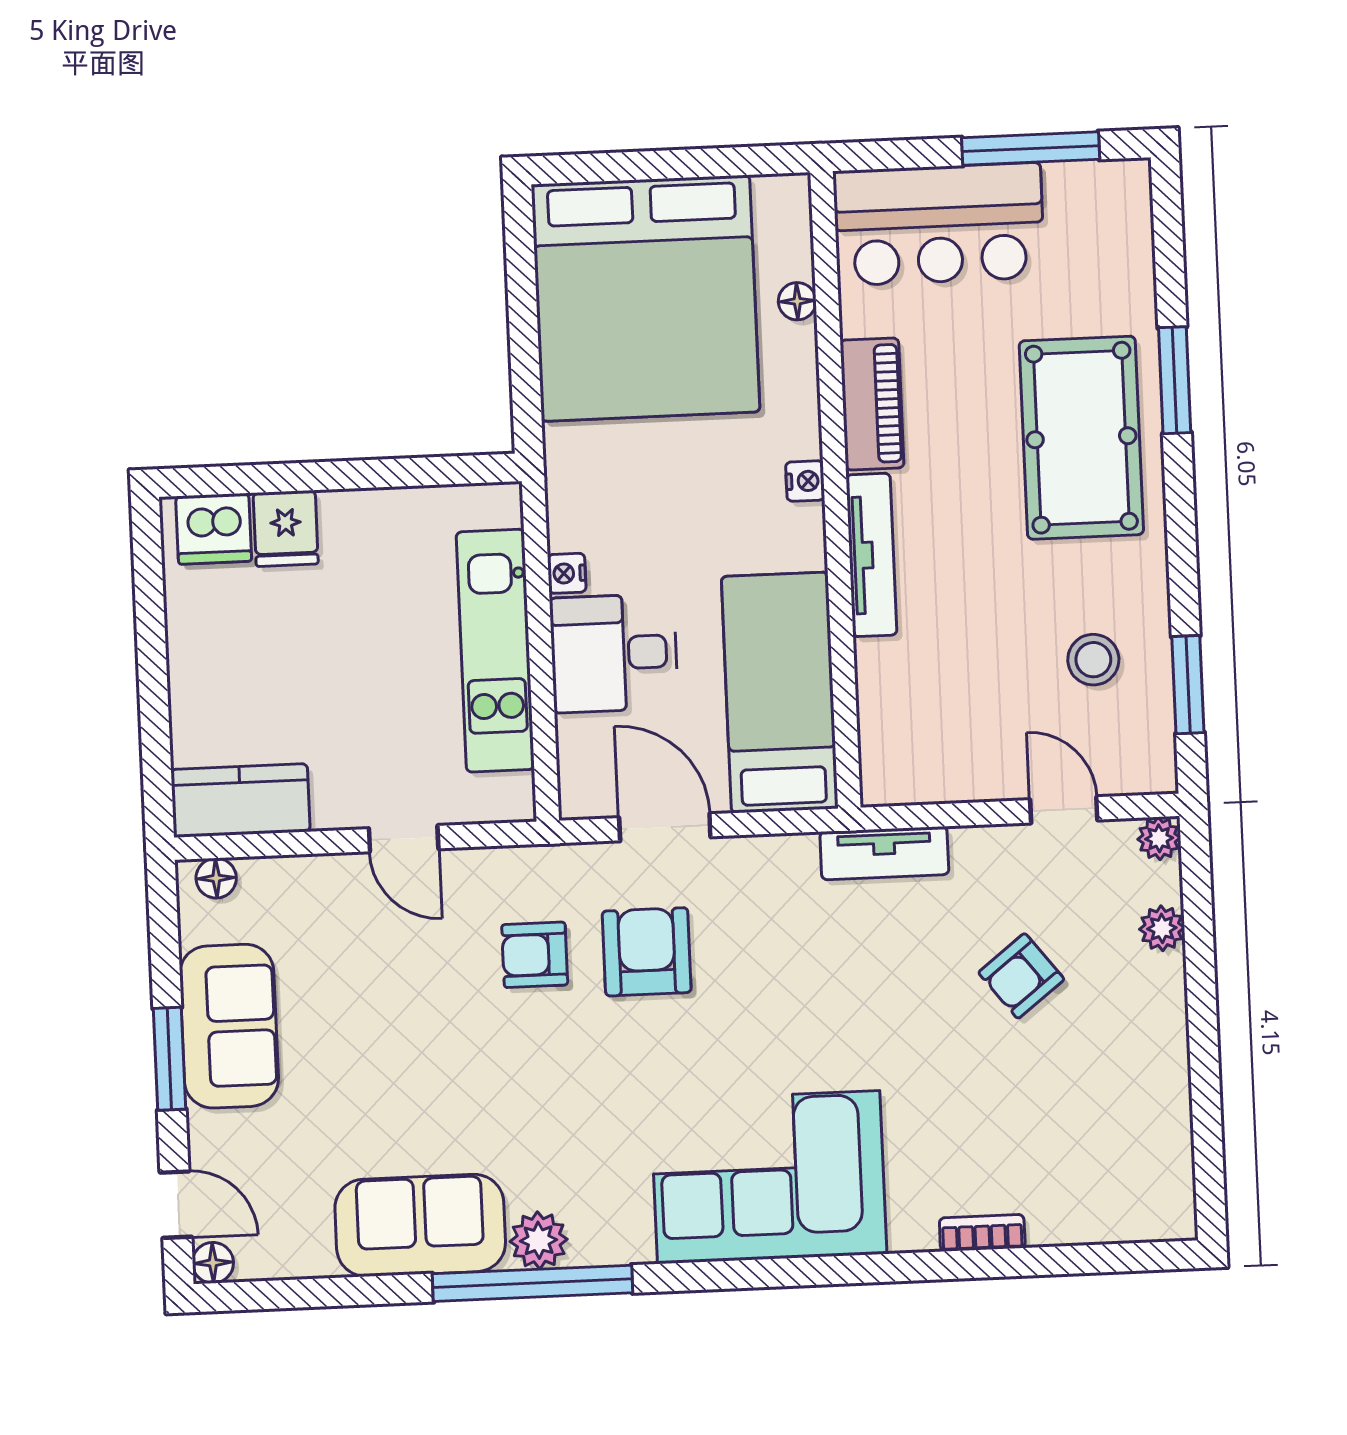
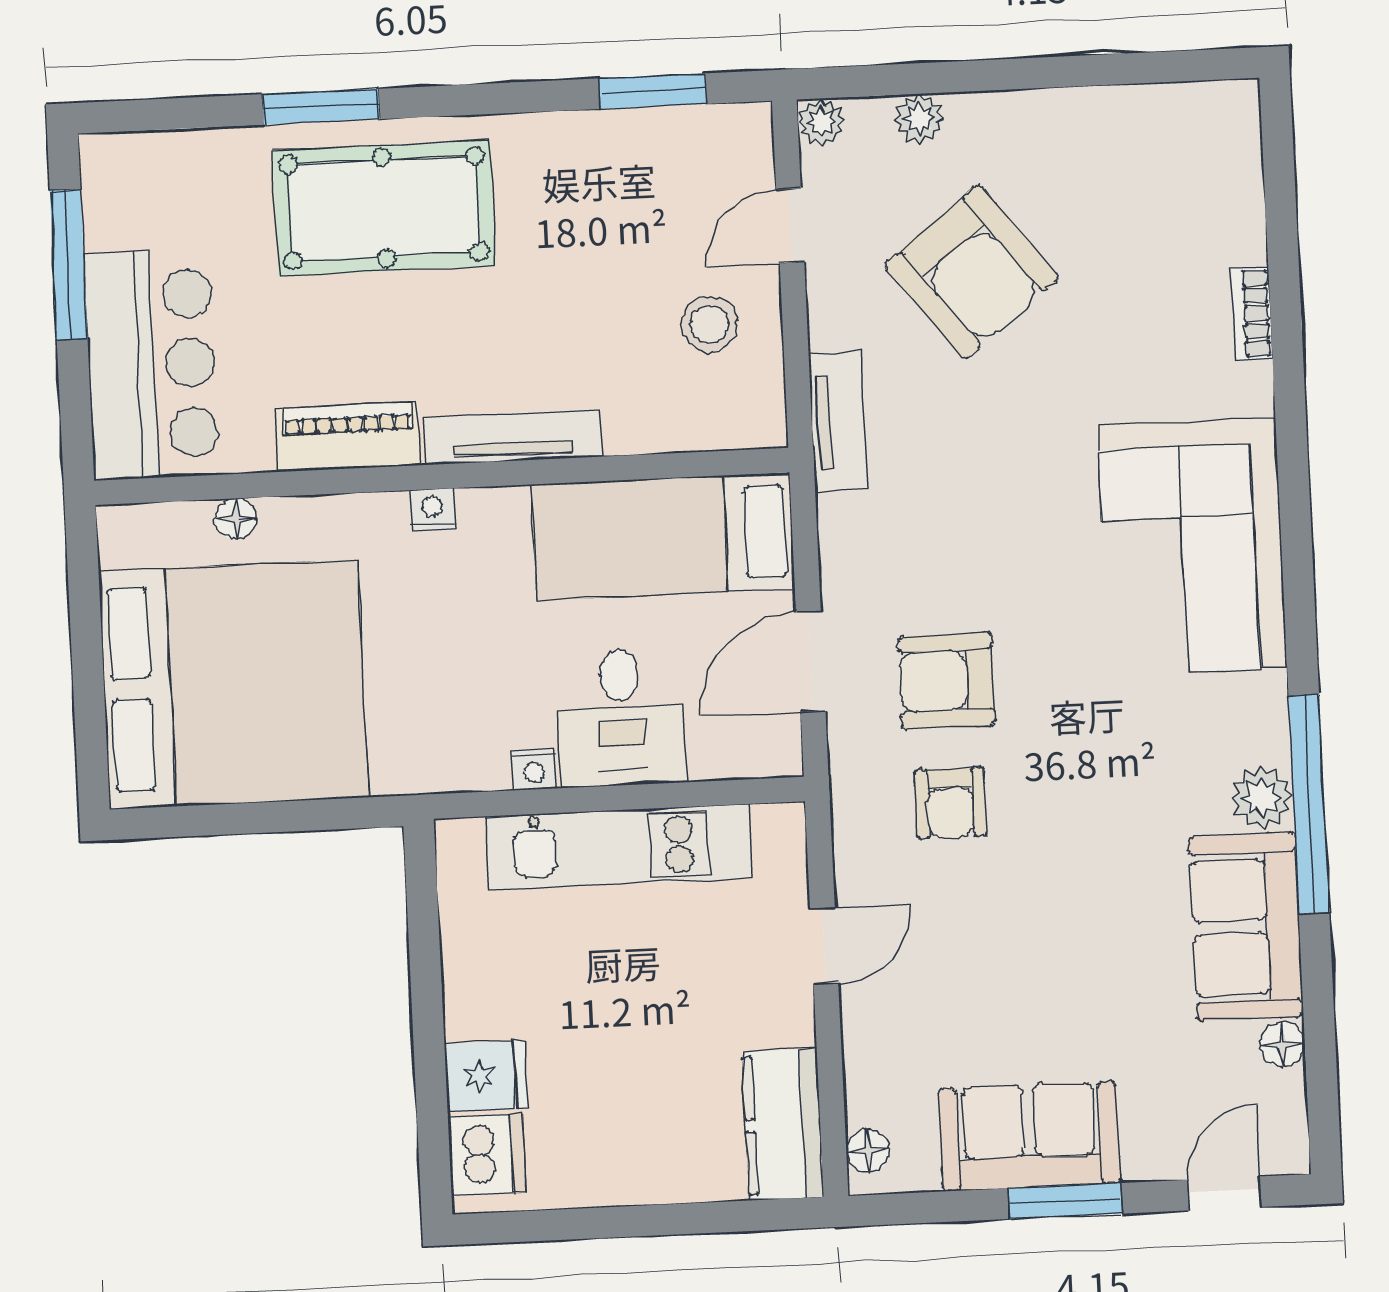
stool: (1093, 660) -> (710, 324), moved
armchair: (1021, 976) -> (972, 272), width x1.88, depth x1.88
floor lamp: (213, 1263) -> (1283, 1044), moved

